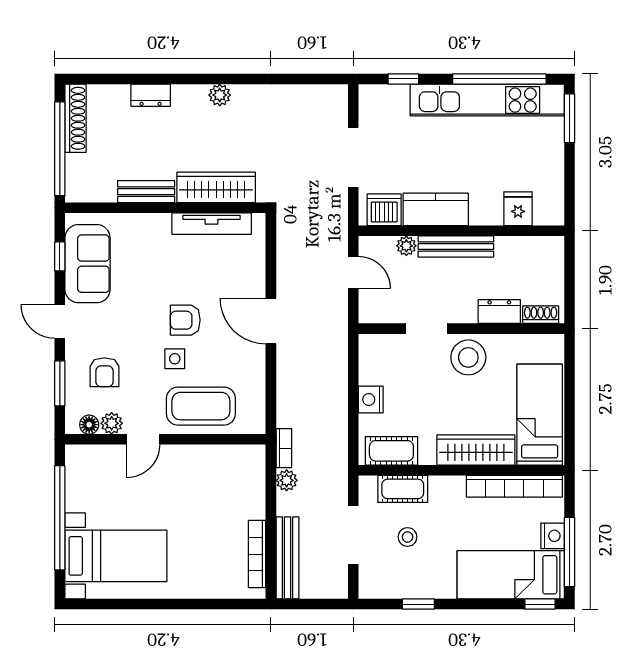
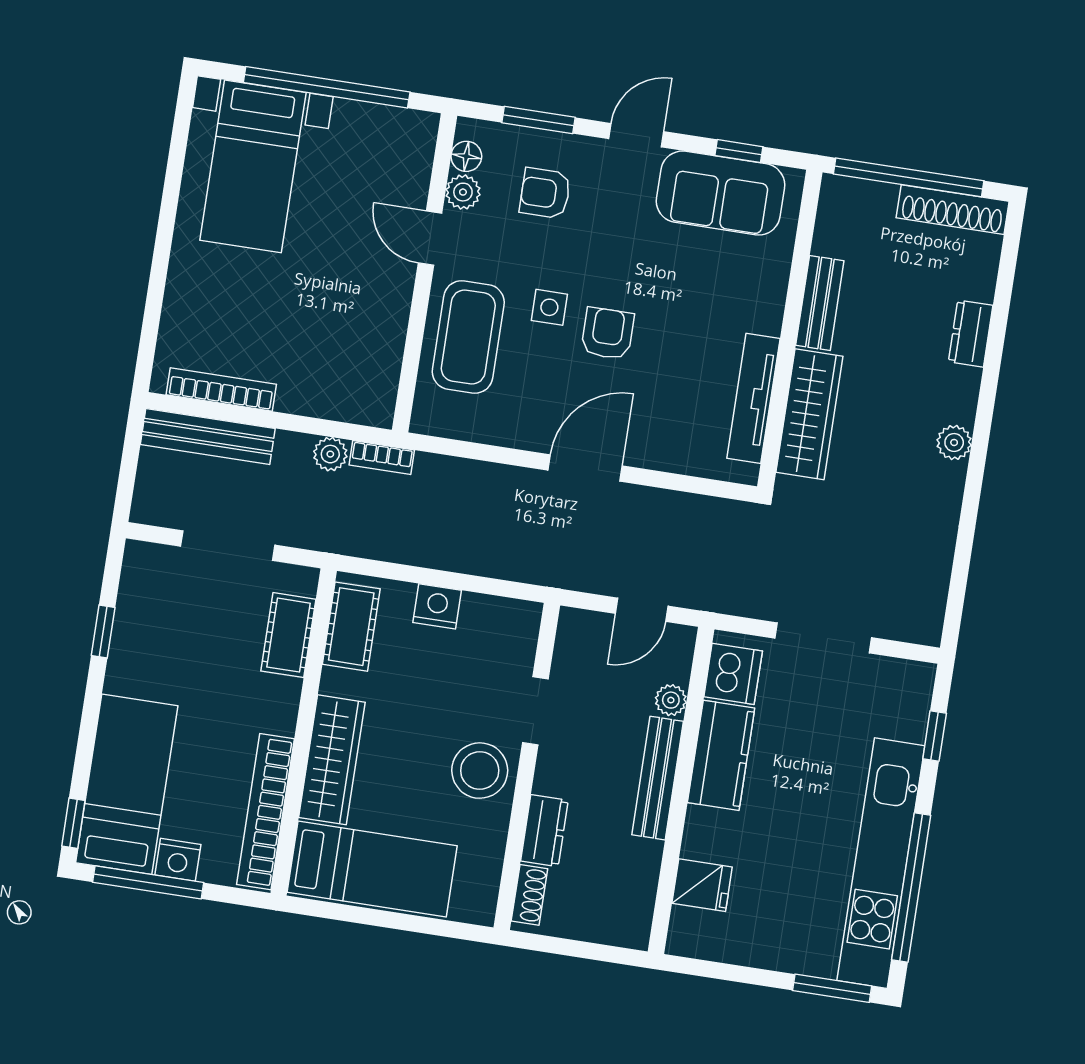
stool: (408, 537) -> (211, 631), removed

